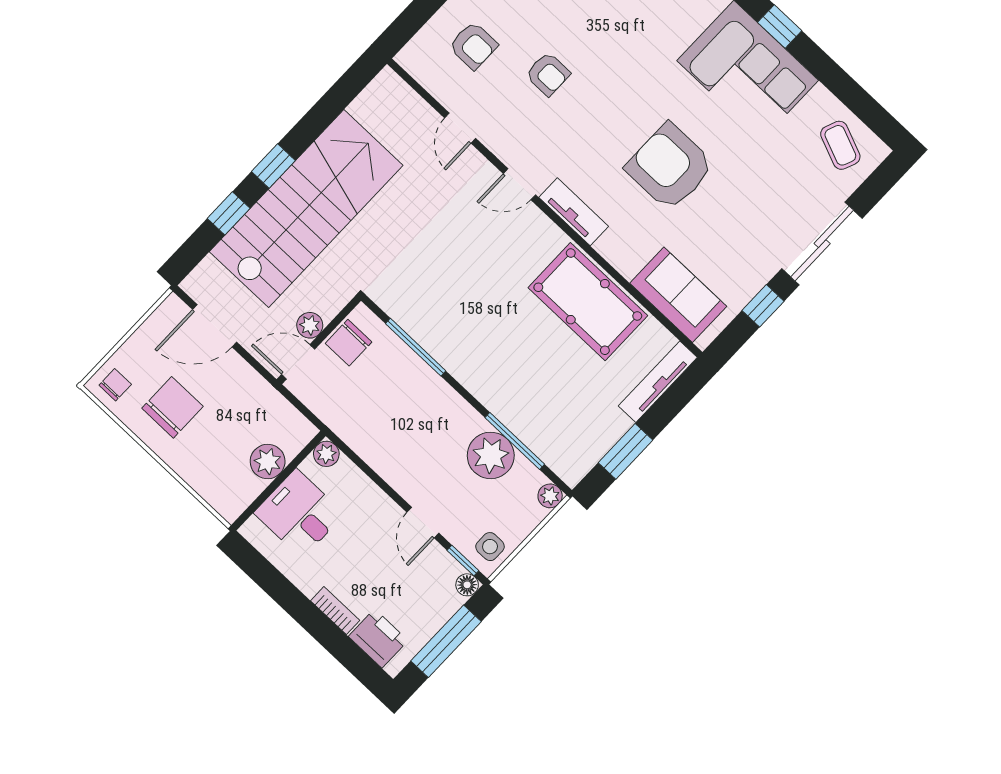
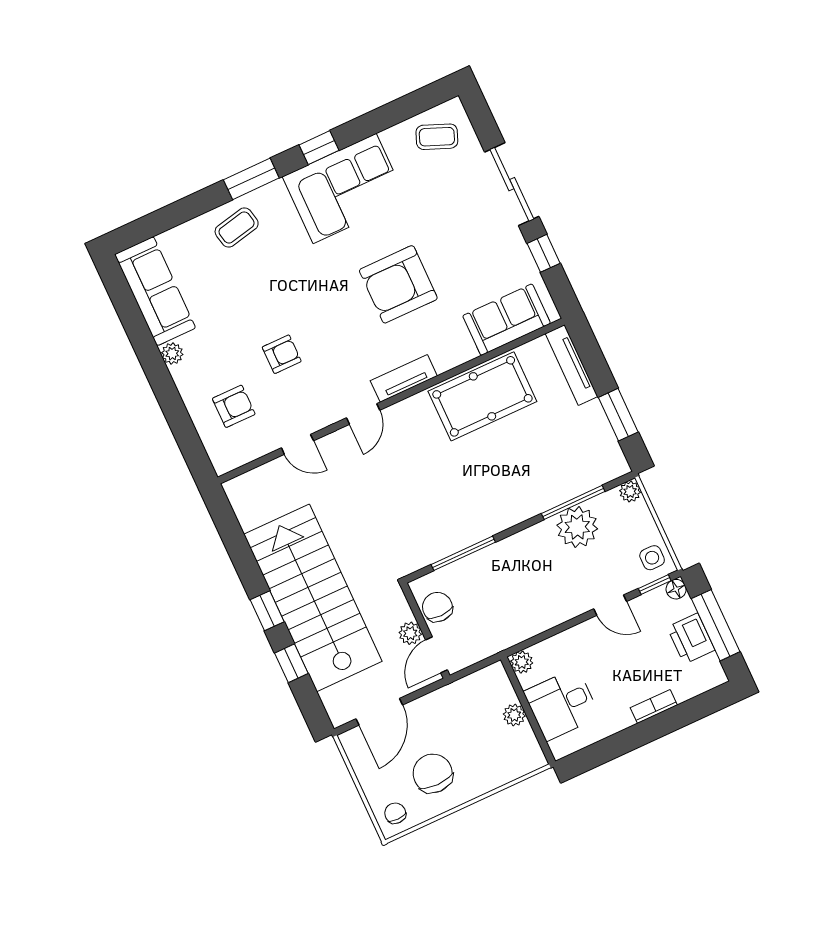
chair: (349, 343) -> (437, 607), turned 180
plant: (268, 462) -> (514, 715), width x0.73, depth x0.73
printer: (378, 638) -> (691, 639), moved, turned -90

